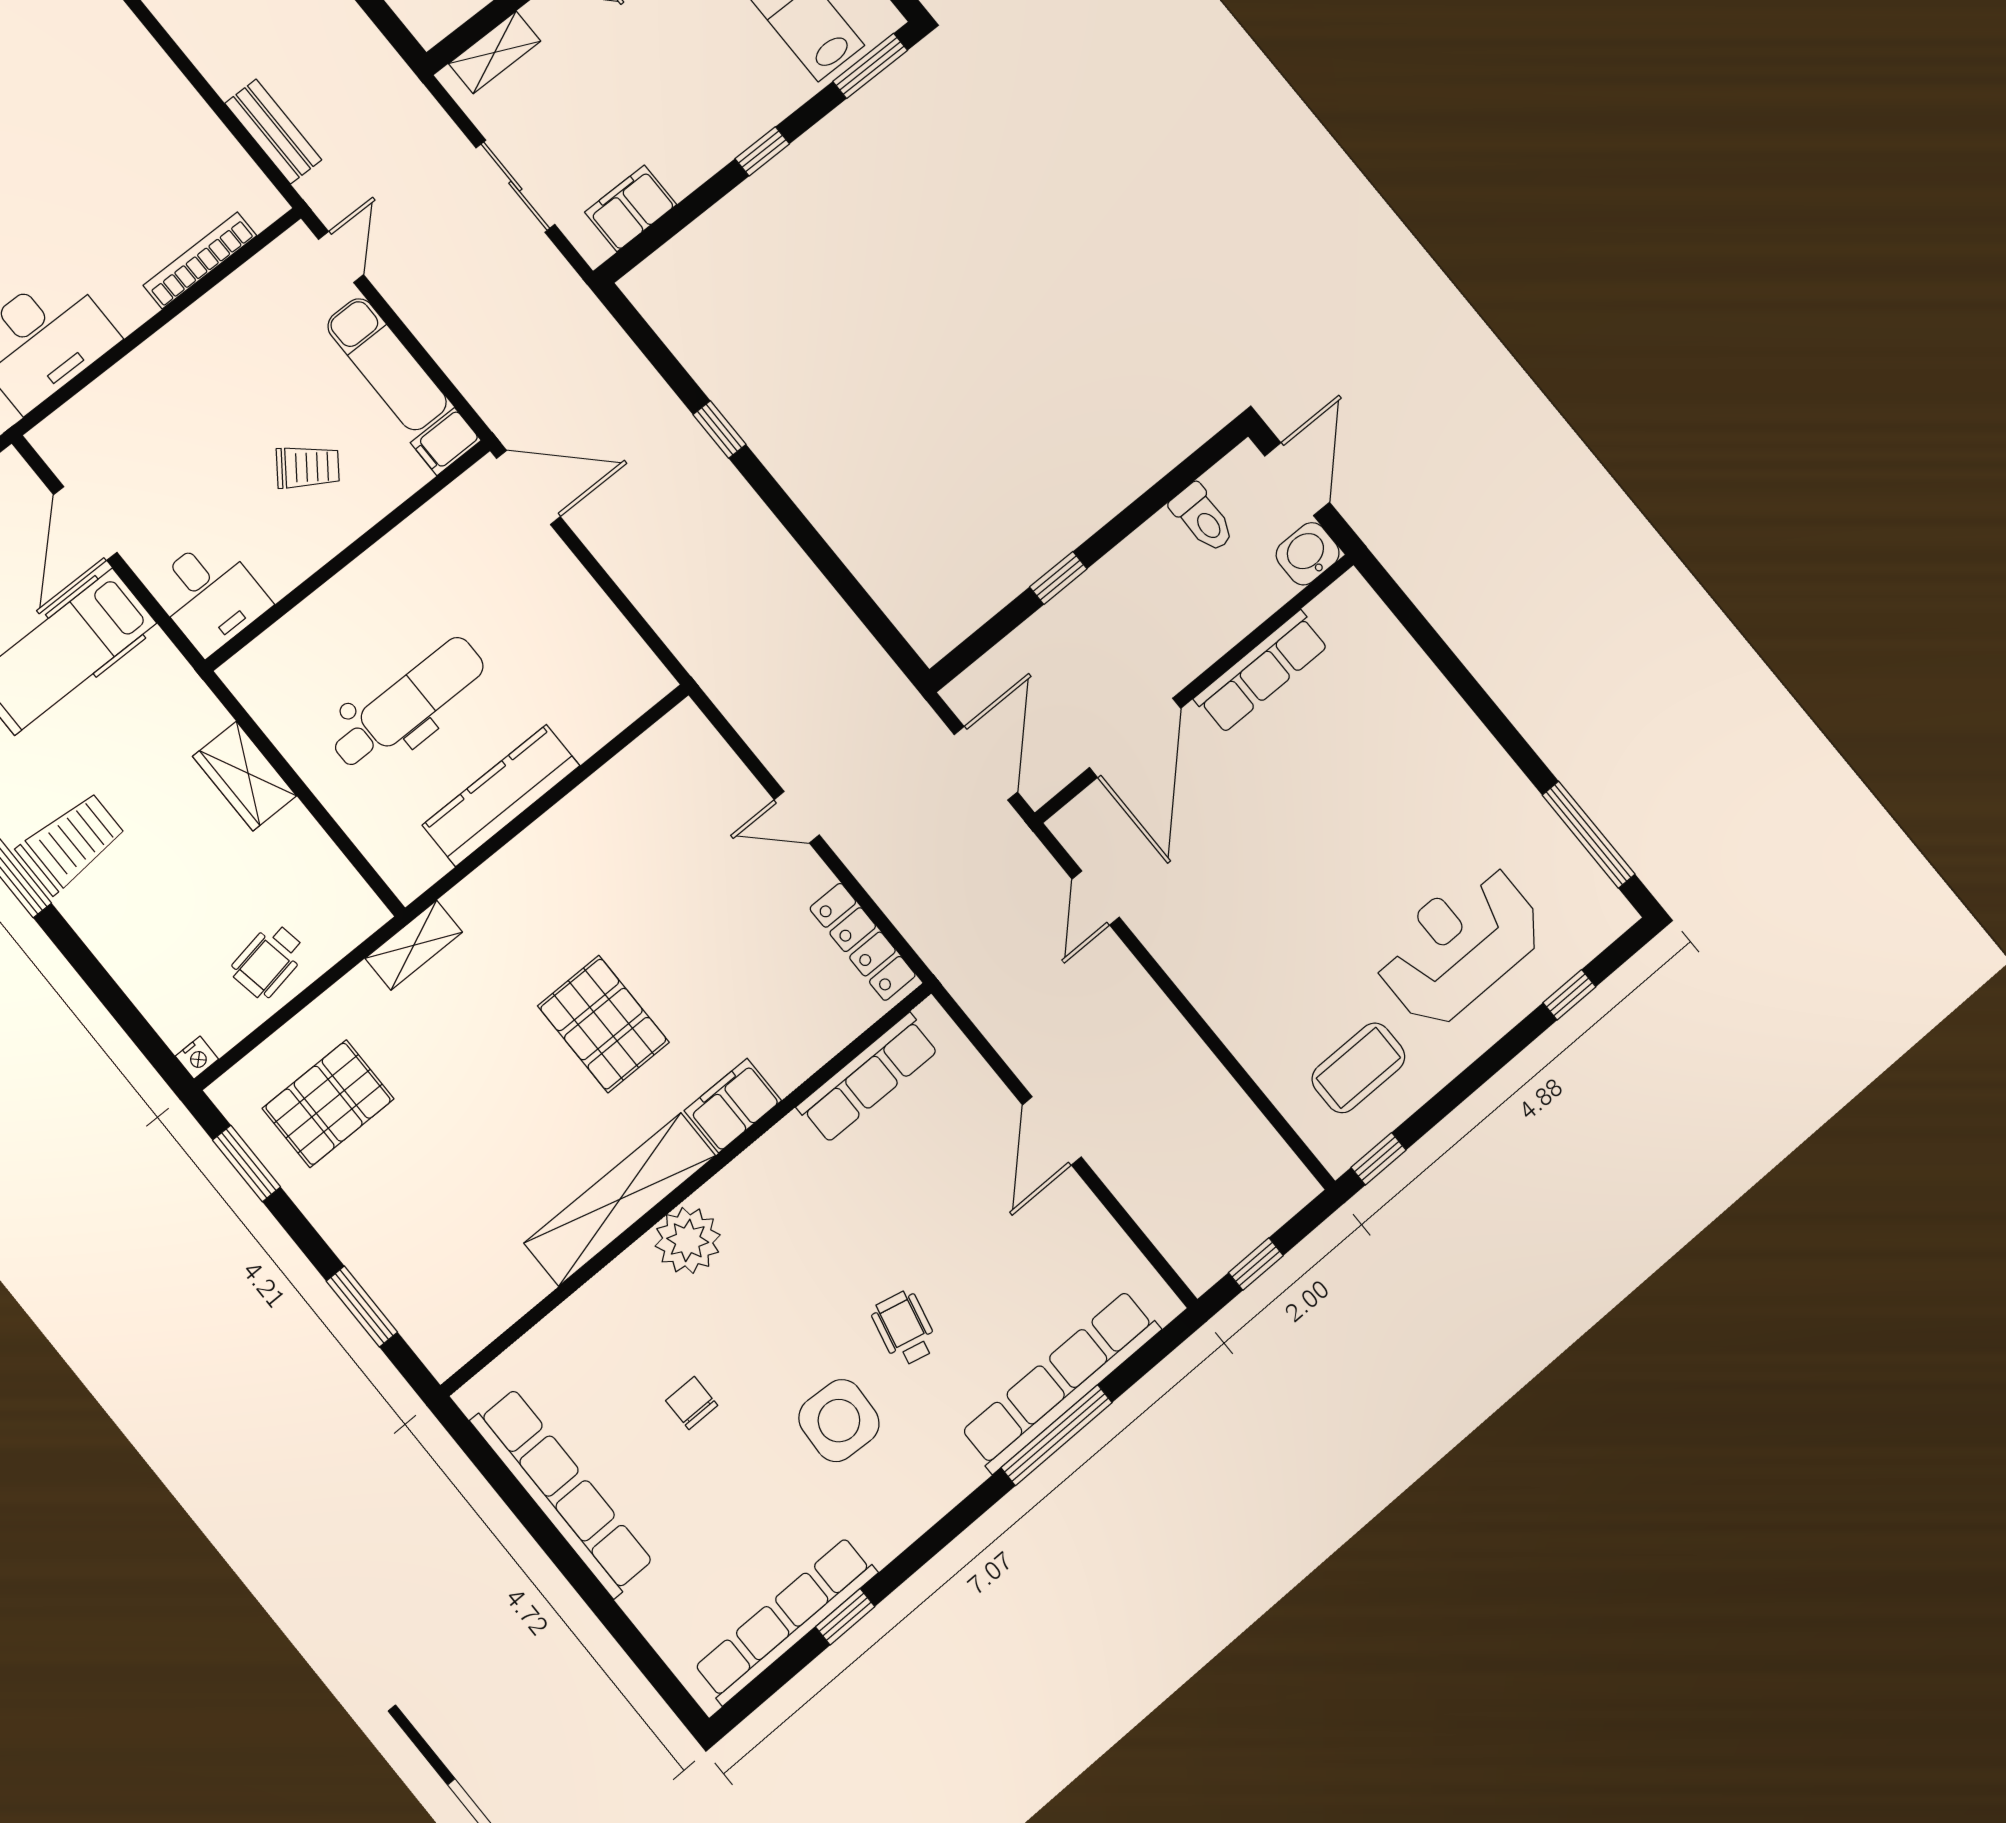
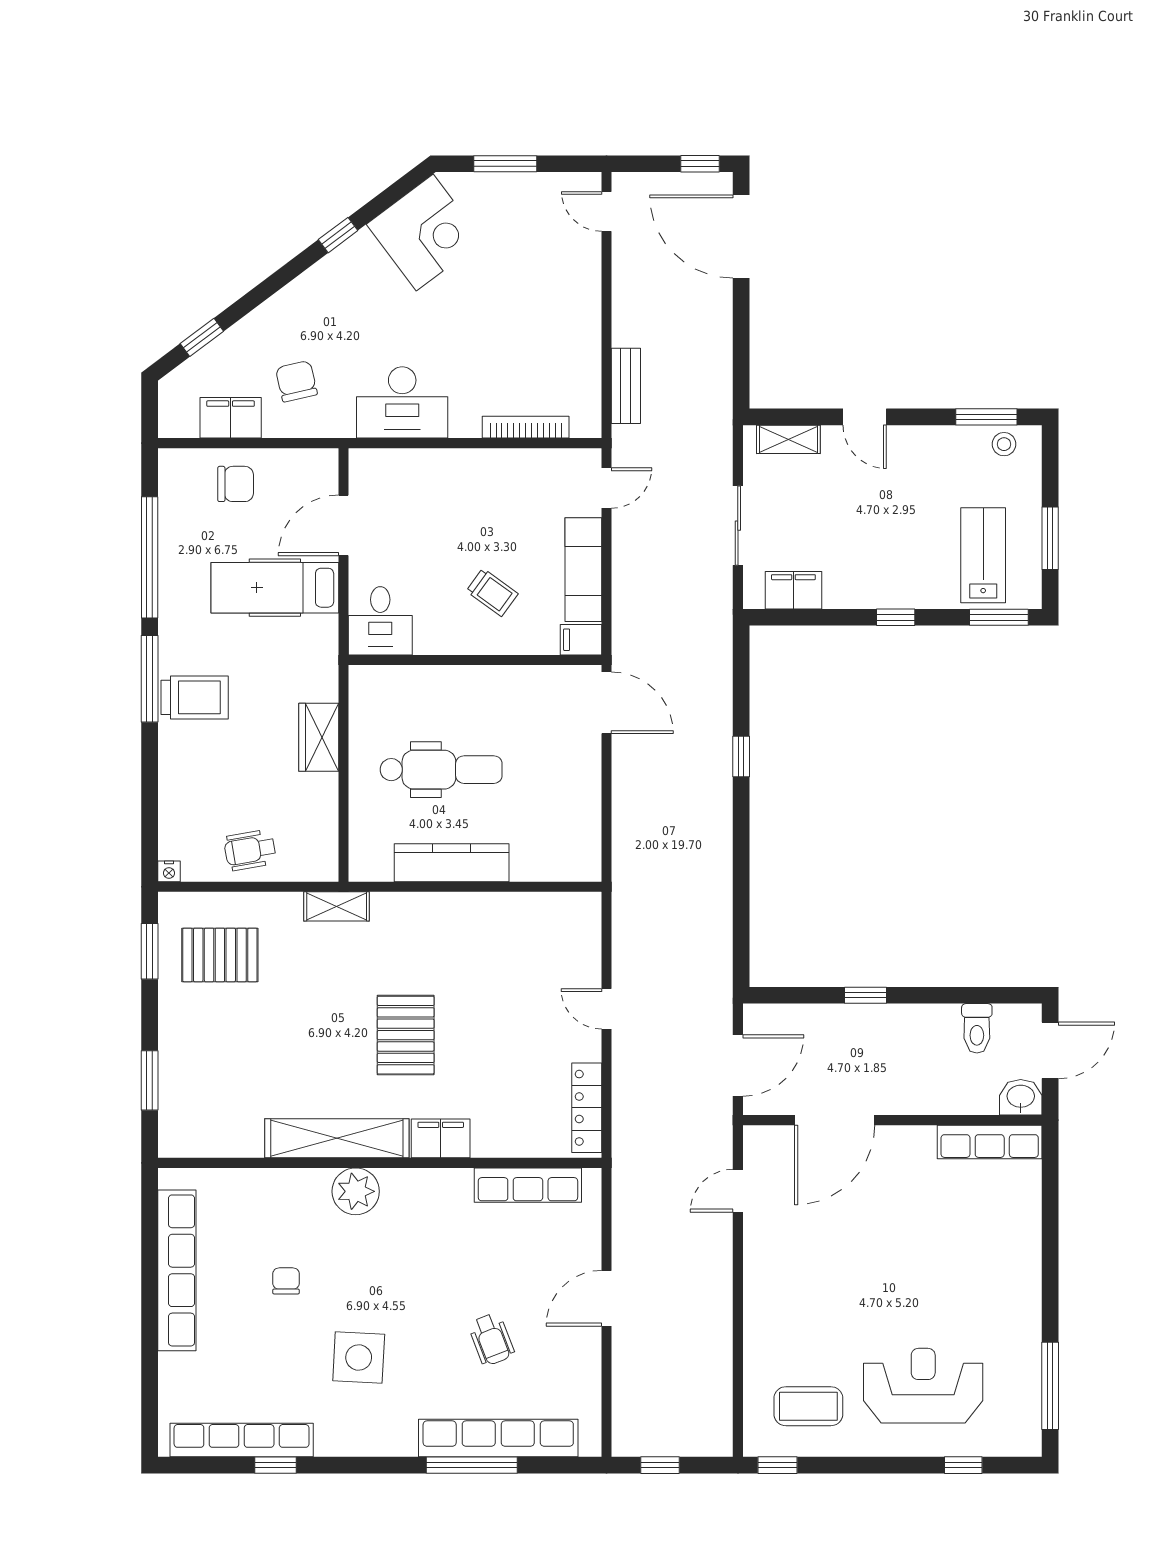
row of seats: (1262, 672) -> (990, 1142), moved
wheelchair: (904, 1328) -> (491, 1339), moved, turned 146

